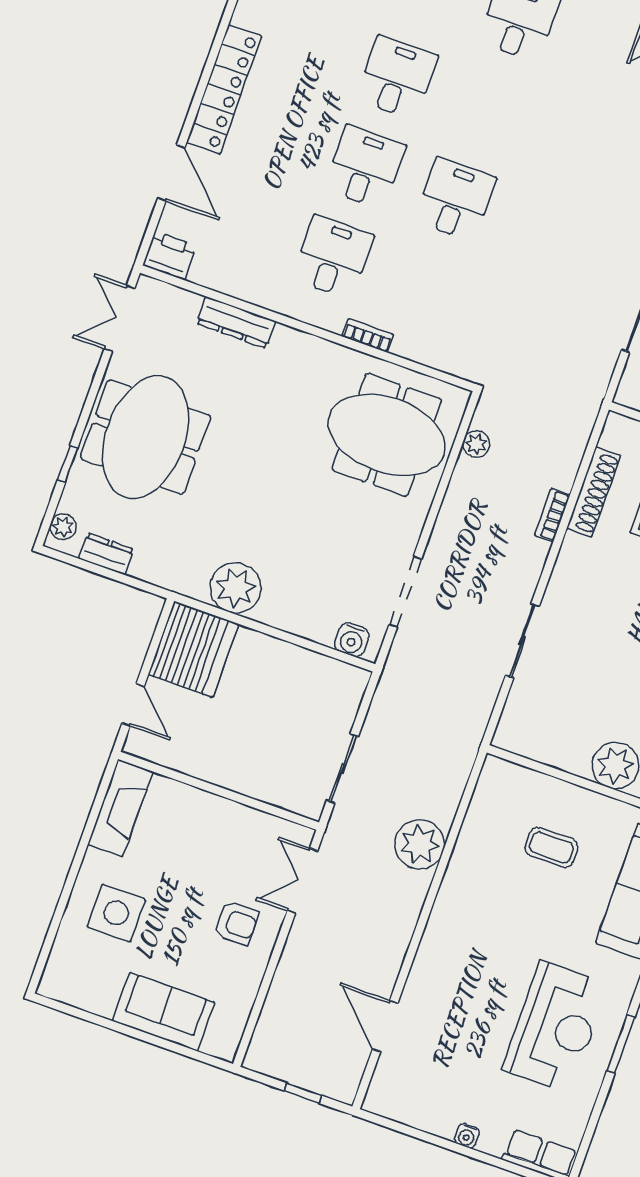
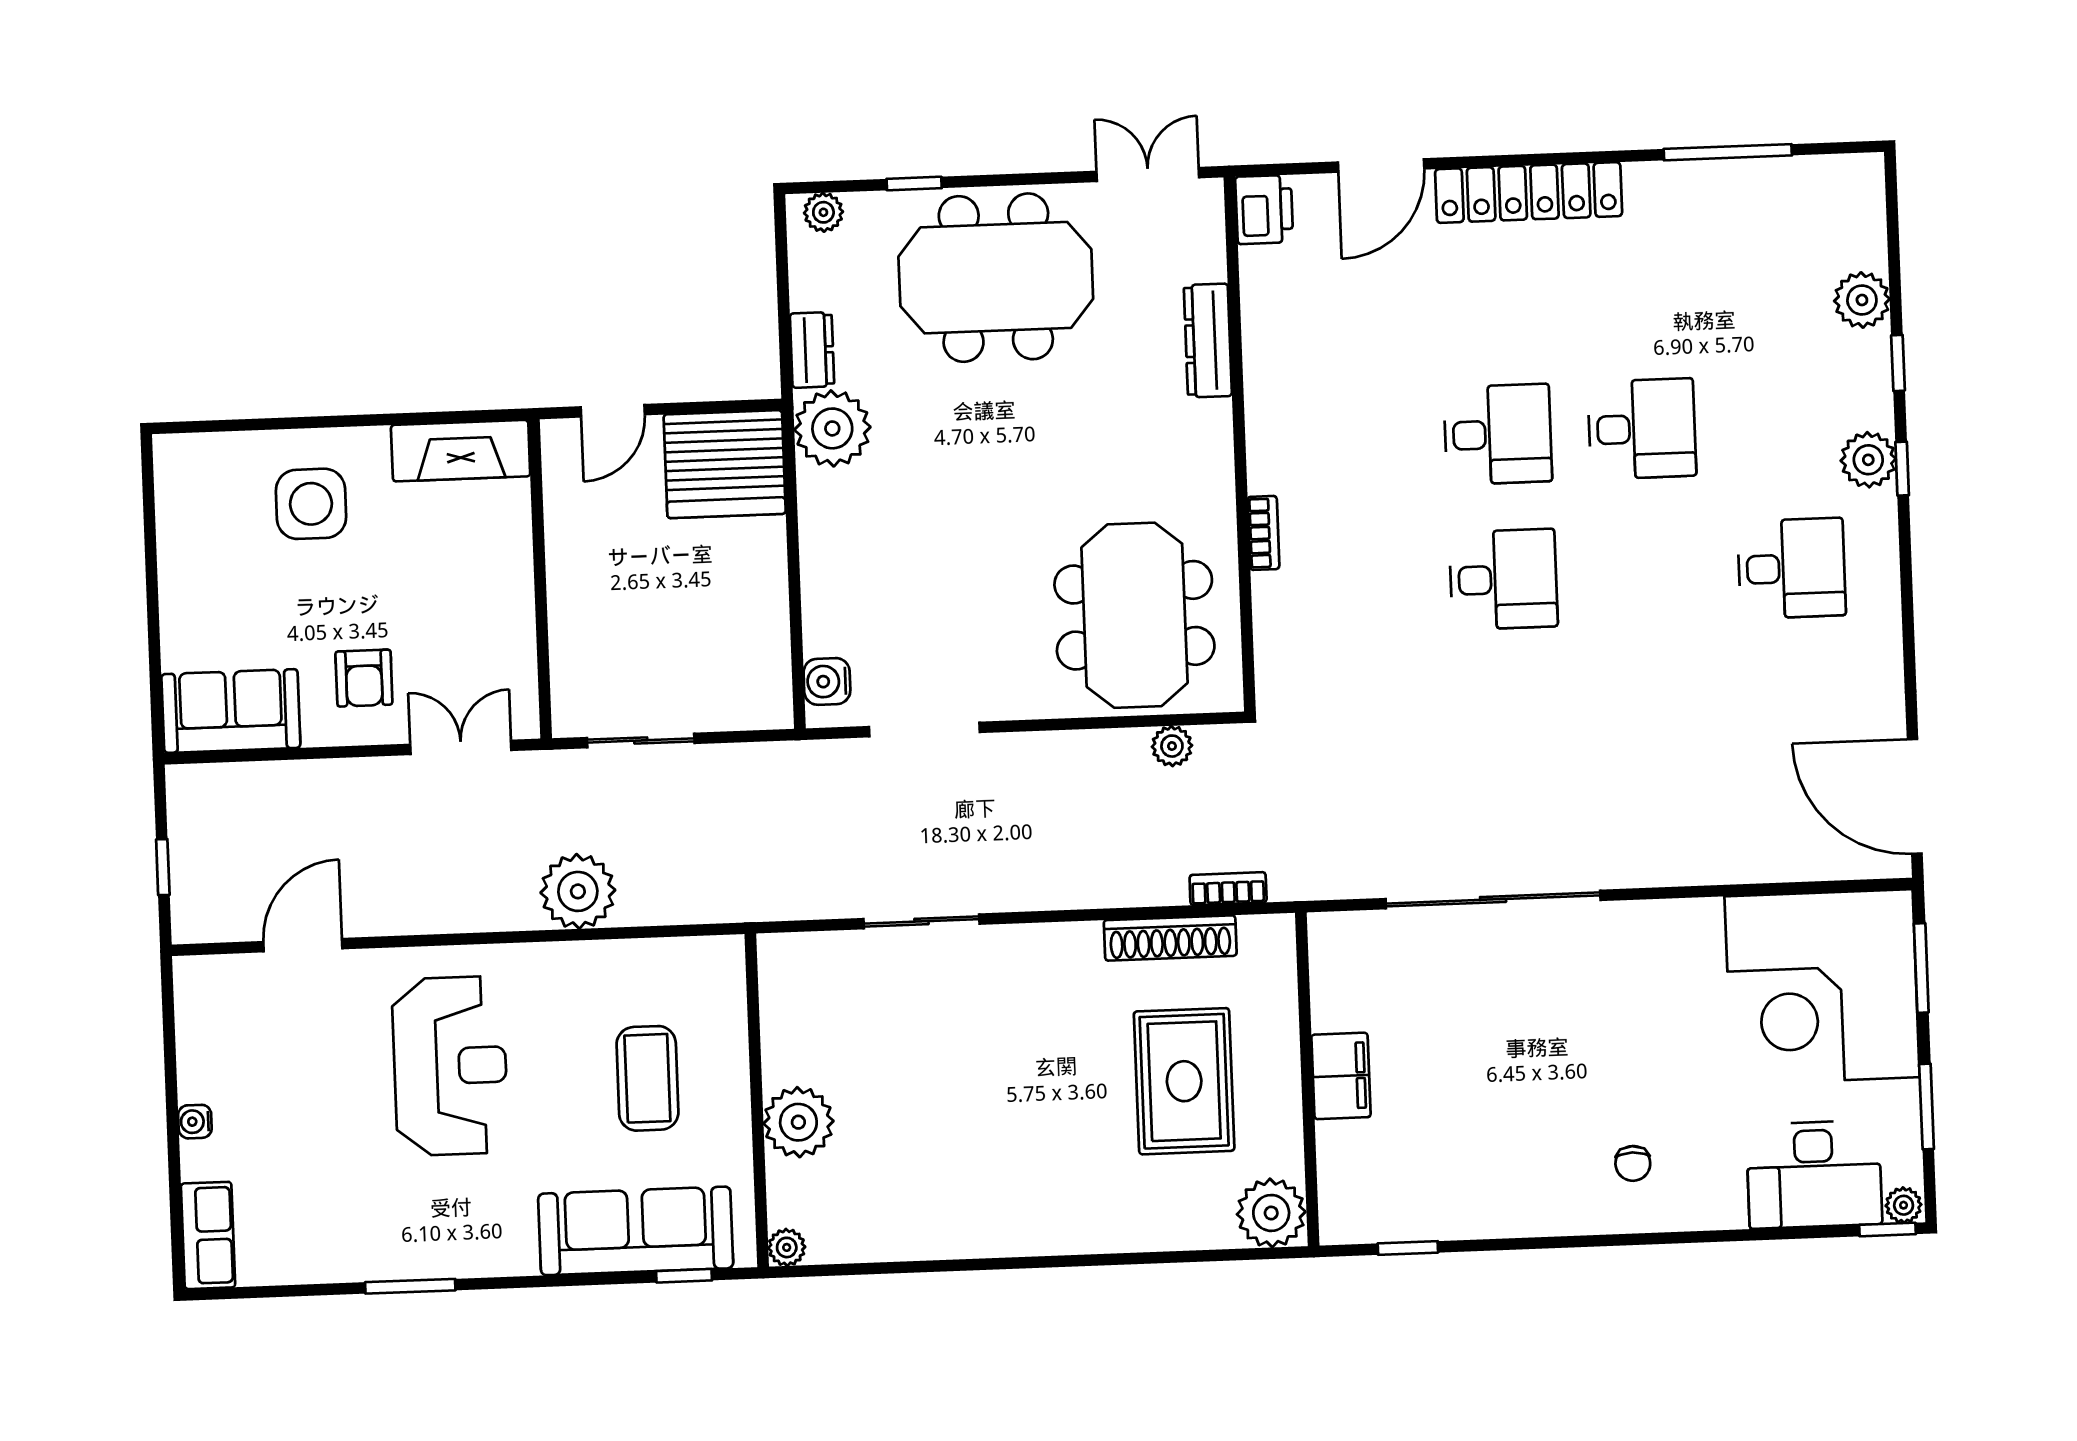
desk: (333, 257) -> (1354, 440), removed
bookcase: (552, 515) -> (1228, 889), moved
dresser: (106, 554) -> (812, 350), moved
plant: (236, 588) -> (832, 428), moved
coffee table: (551, 847) -> (647, 1078), width x1.36, depth x1.30
sofa: (164, 1012) -> (231, 711), moved, turned -90
reception desk: (555, 1027) -> (450, 1066), moved, turned -90

